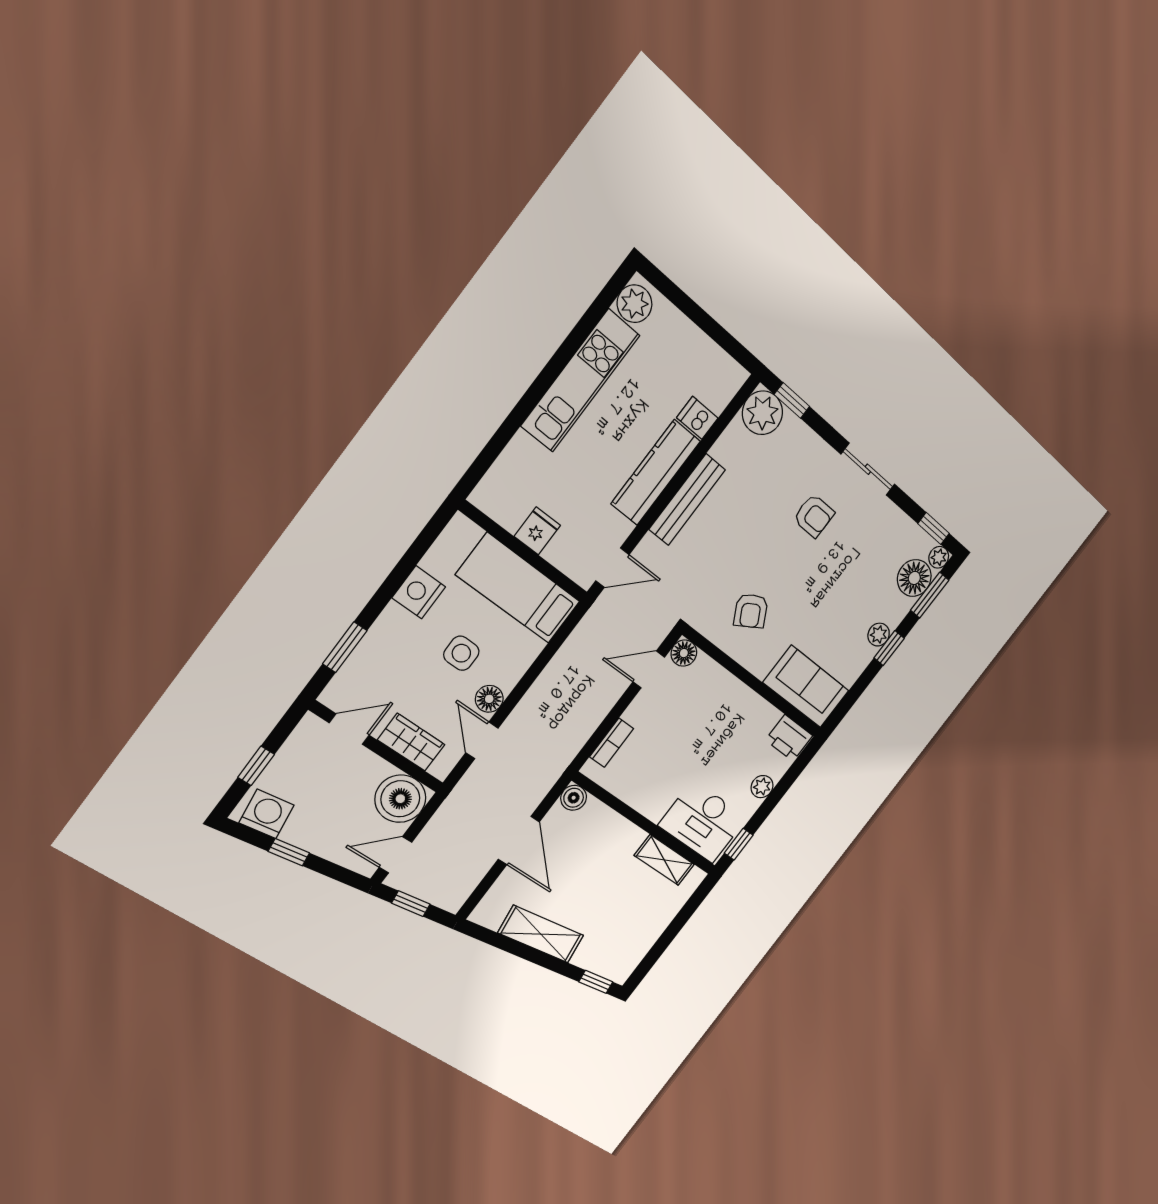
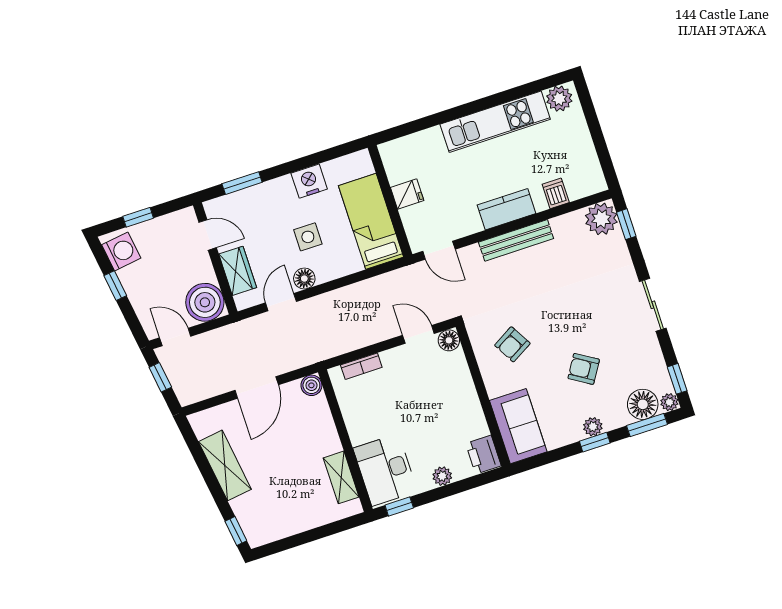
kitchen counter: (656, 472) -> (506, 209), width x0.67
armchair: (814, 516) -> (584, 369), moved, turned 122

